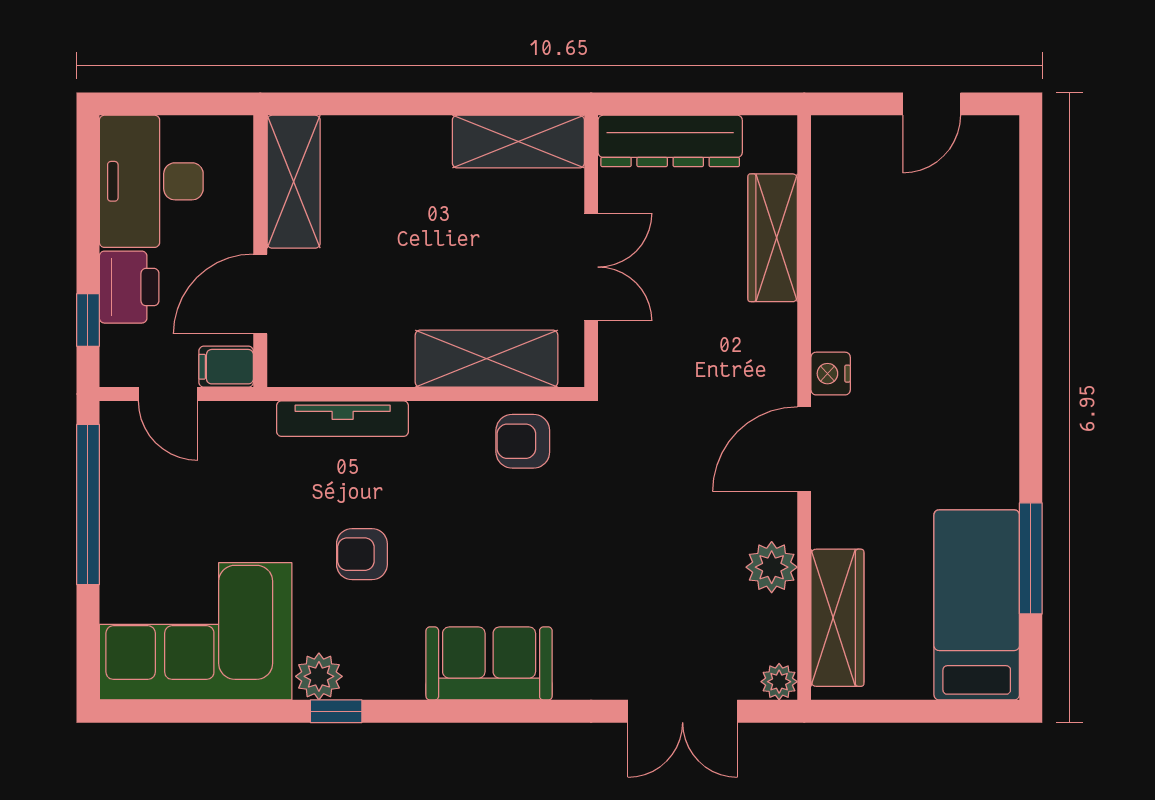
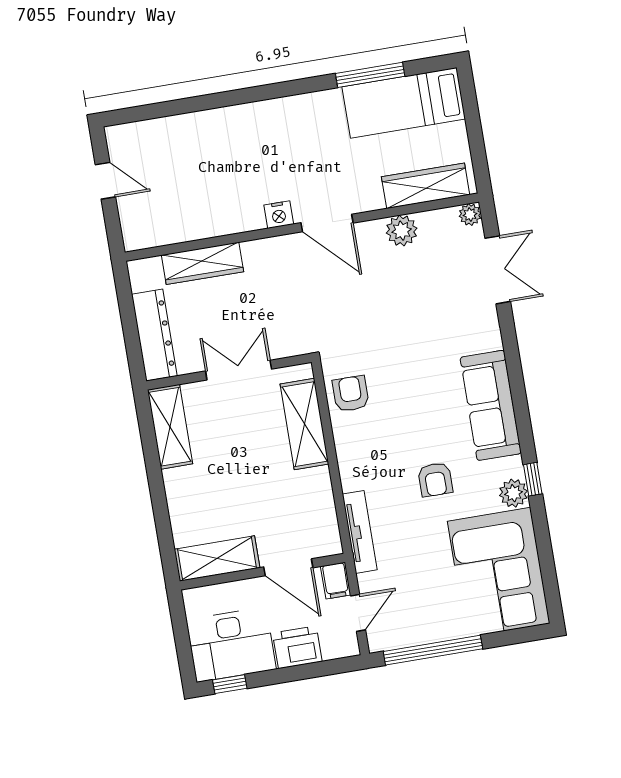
window: (88, 320) -> (230, 684), moved
tv unit: (343, 419) -> (360, 532), moved
armchair: (523, 441) -> (351, 394), turned 180
sofa: (489, 663) -> (491, 405), width x1.36

